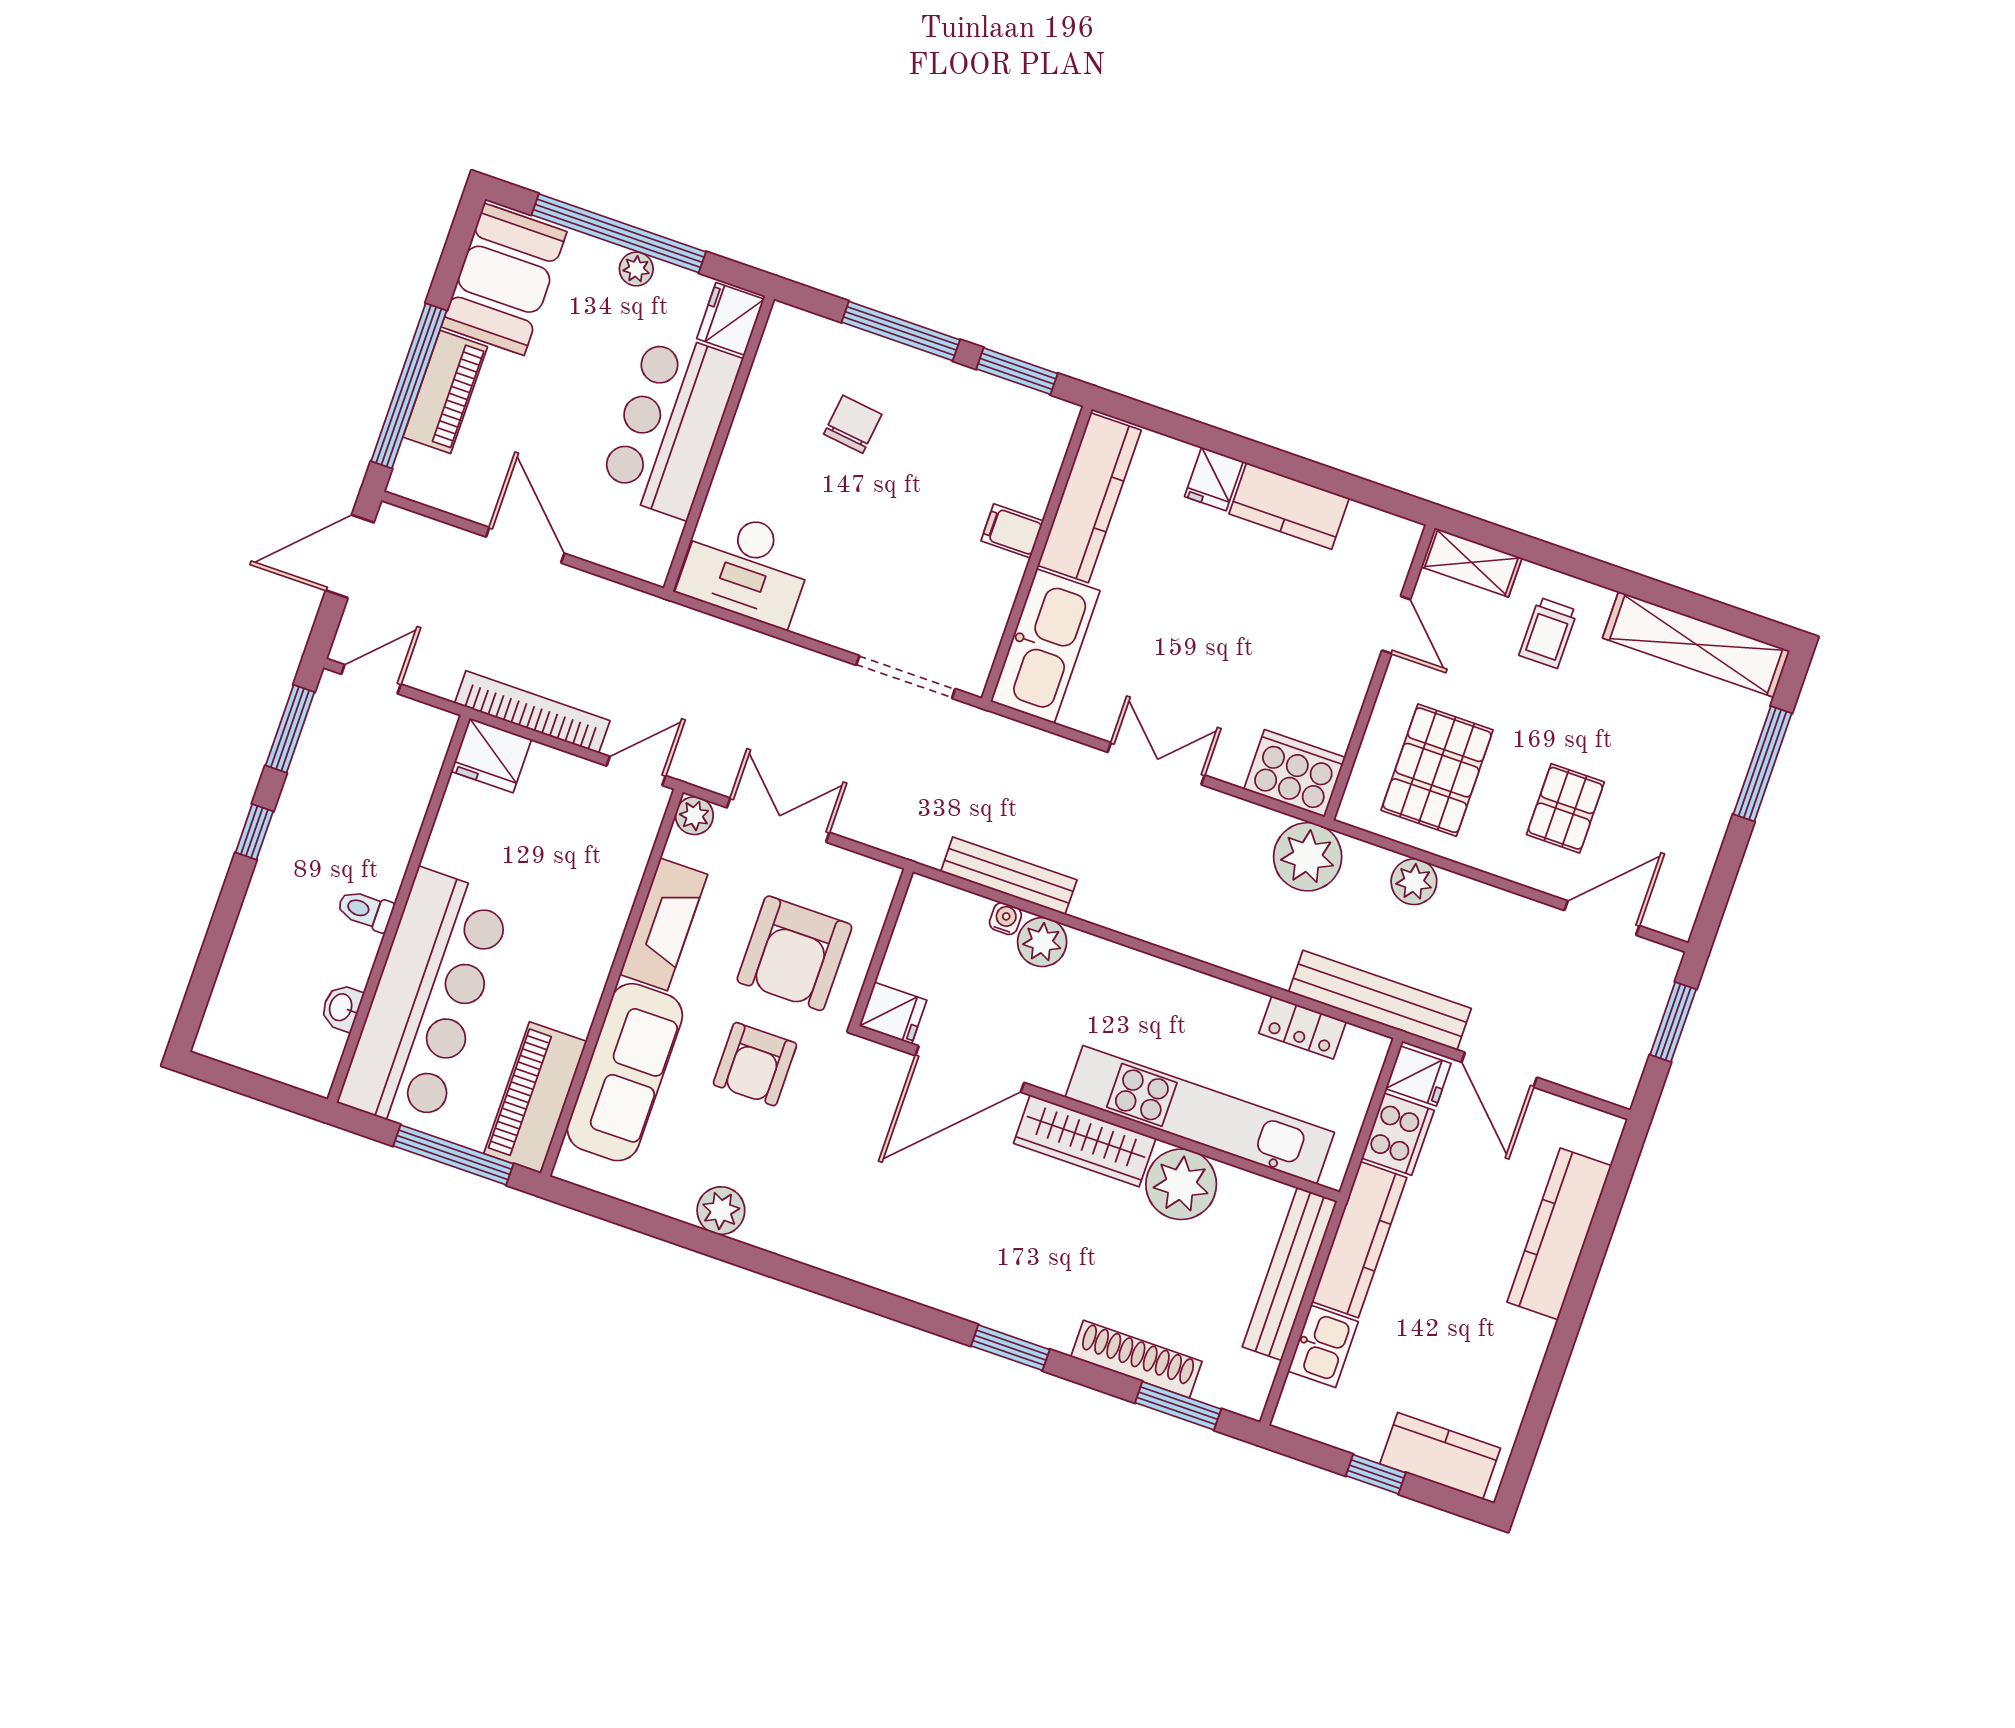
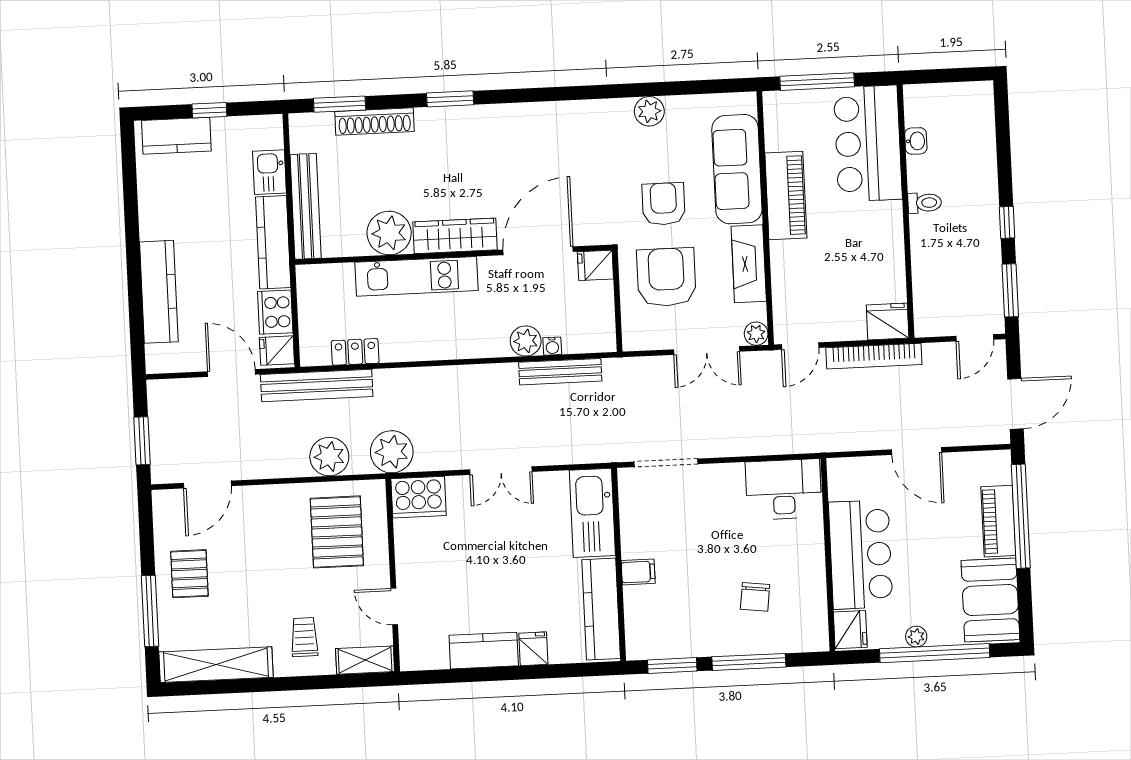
pallet: (1565, 808) -> (189, 574), moved
plant: (1414, 882) -> (329, 457), width x1.36, depth x1.36
bar counter: (426, 1001) -> (868, 143), width x0.73
piano: (535, 1098) -> (786, 196), moved
kitchen unit: (1200, 1115) -> (416, 276), width x0.73

